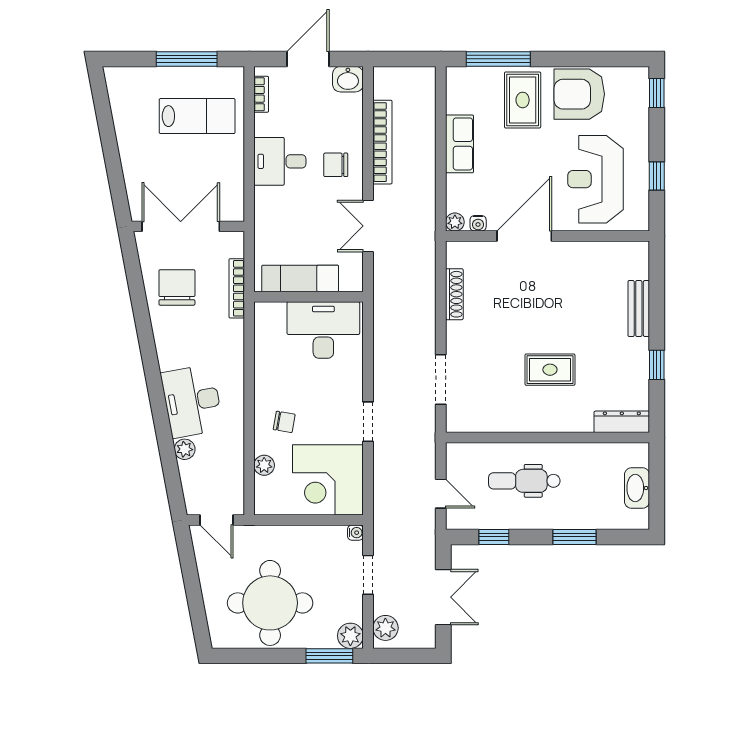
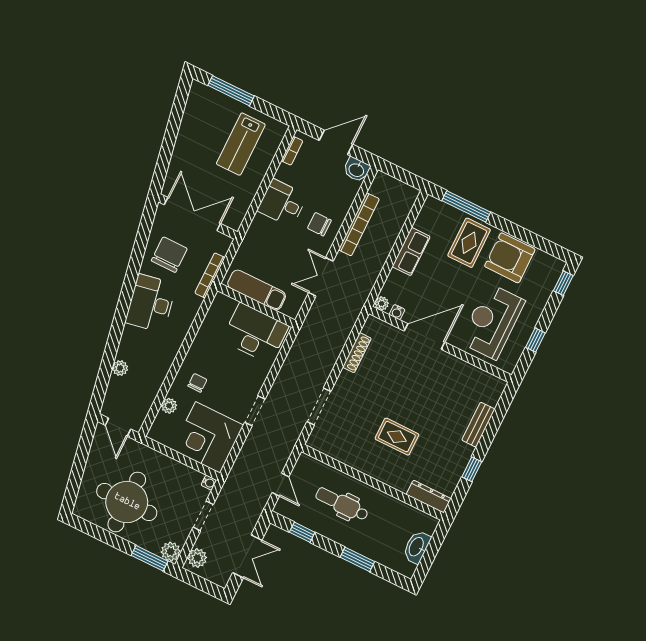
window: (187, 59) -> (231, 91), moved
lab bench: (197, 116) -> (241, 144), turned 90
desk: (192, 401) -> (151, 303), moved
chair: (284, 422) -> (197, 383), turned -100

